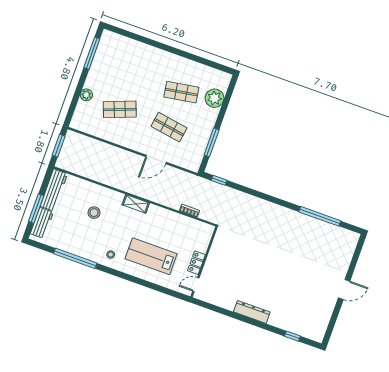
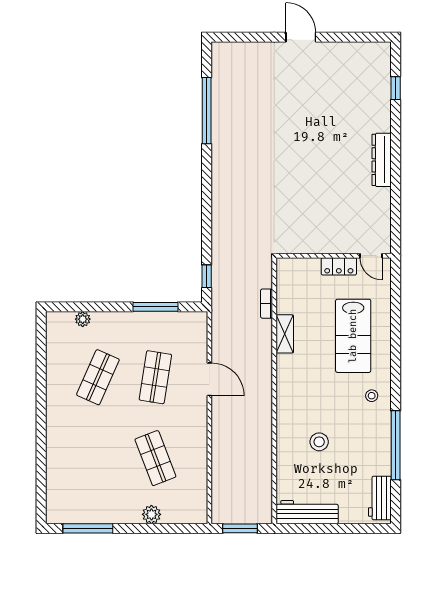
shop shelf: (181, 92) -> (98, 377), turned 33
plant: (215, 98) -> (83, 319), width x0.53, depth x0.53
shelving: (136, 204) -> (285, 334), moved
window: (36, 209) -> (344, 528), removed
workbench: (42, 223) -> (380, 498), moved, turned -90

